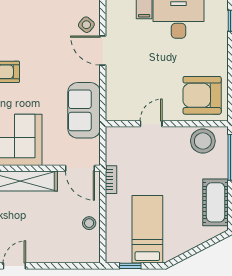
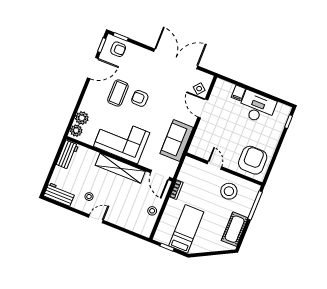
armchair: (202, 95) -> (253, 160), turned 90
door: (151, 124) -> (214, 165), hinge flipped
stool: (203, 141) -> (229, 191), moved

